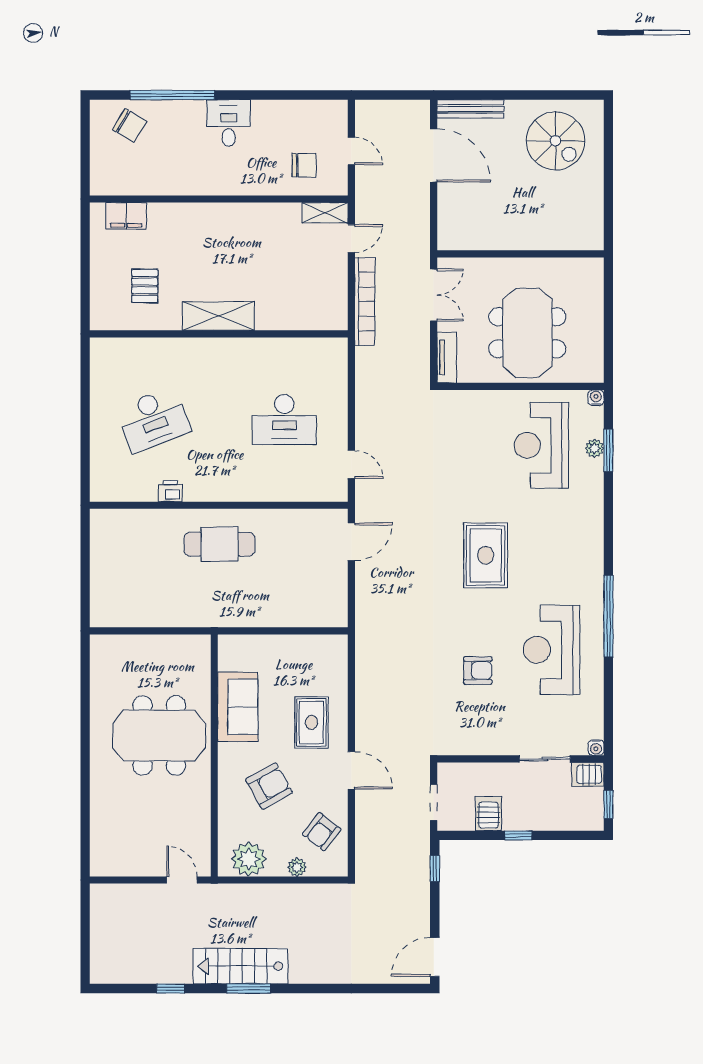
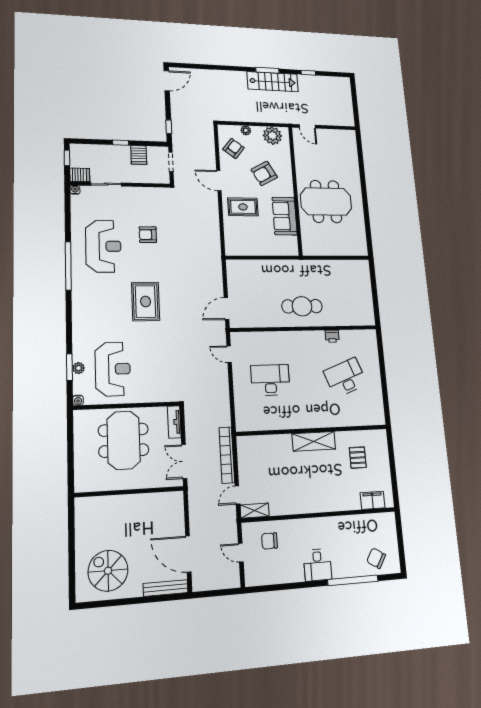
rug: (311, 723) -> (243, 207), turned 90

